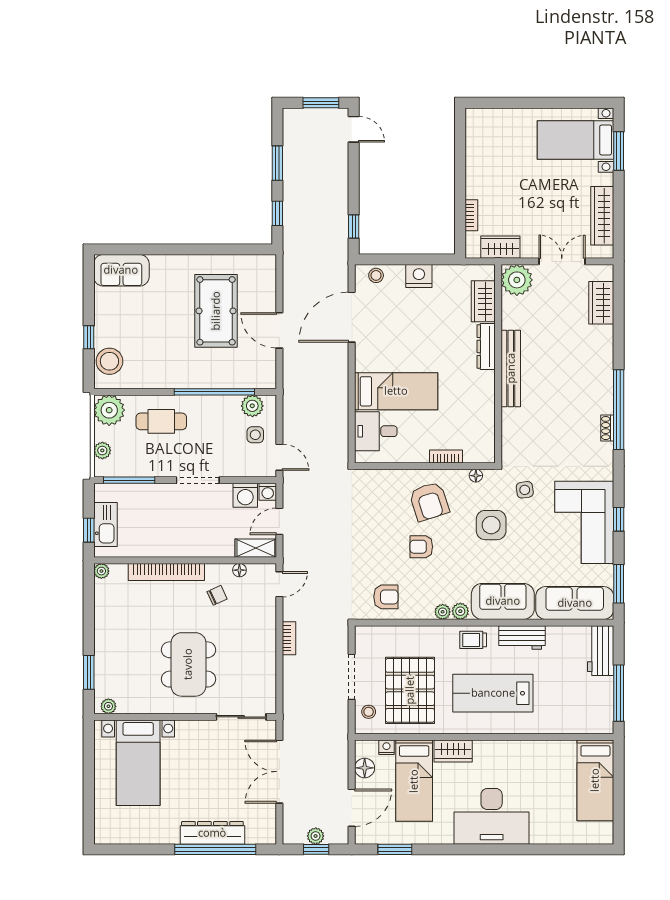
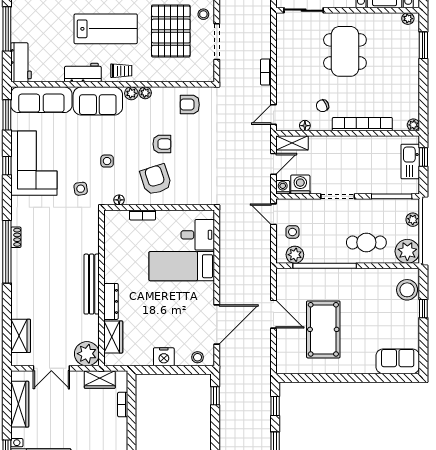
side table: (491, 525) -> (107, 161), width x0.54, depth x0.54

